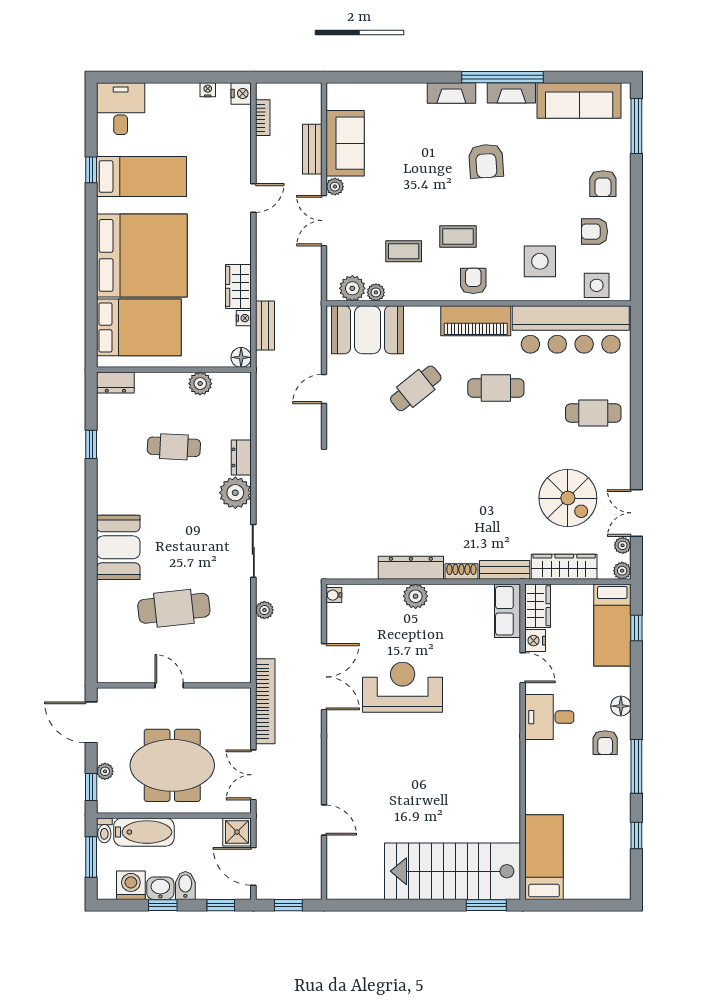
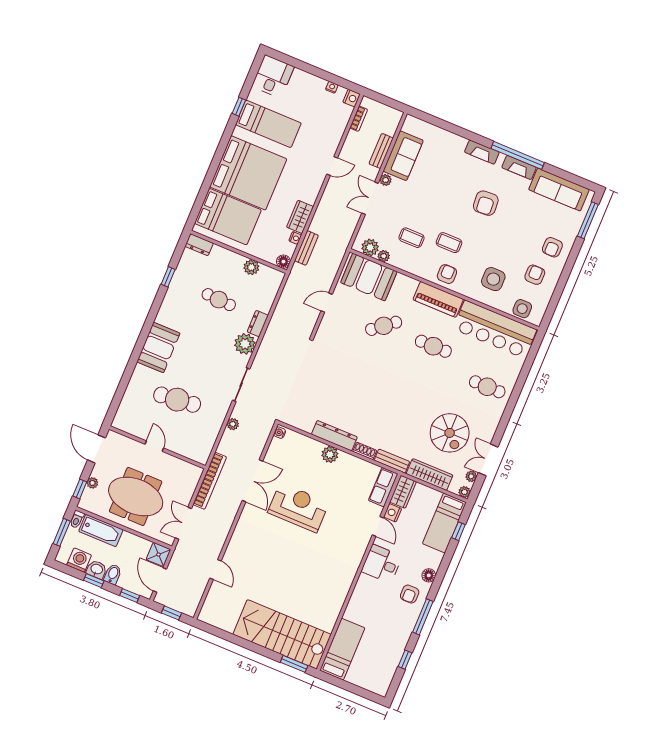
armchair: (595, 232) -> (535, 275), turned 90

